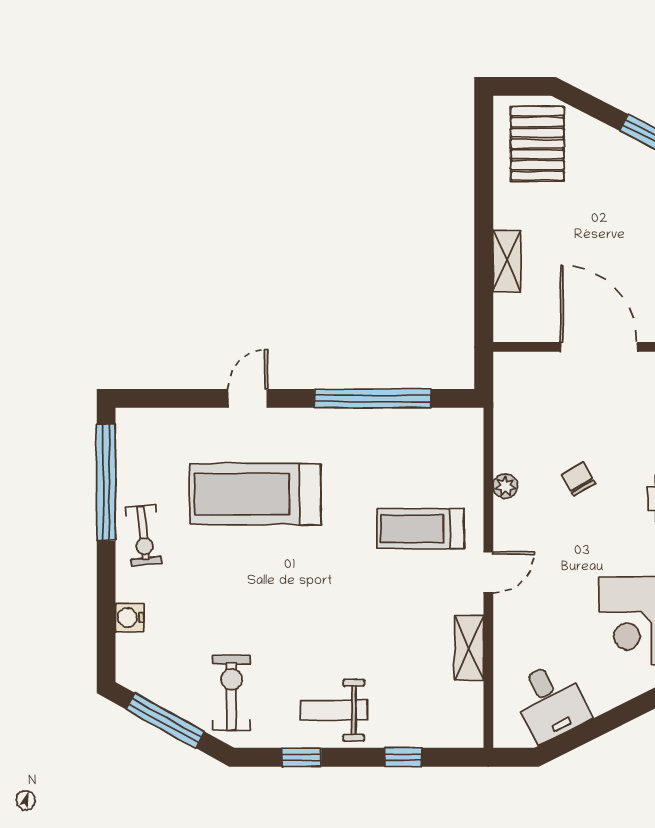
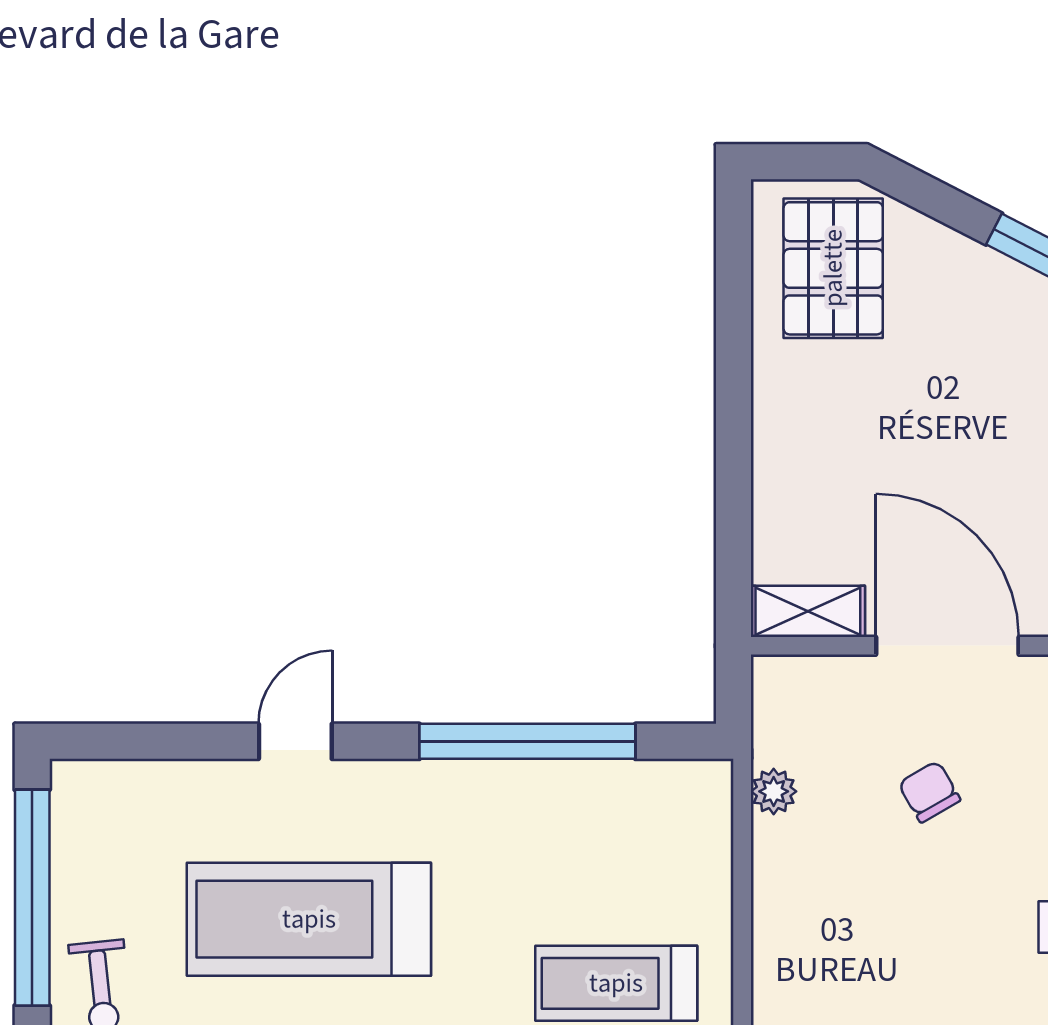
shelving: (507, 261) -> (808, 611), moved, turned 90
chair: (579, 479) -> (929, 792), moved
plant: (505, 486) -> (774, 791), moved

